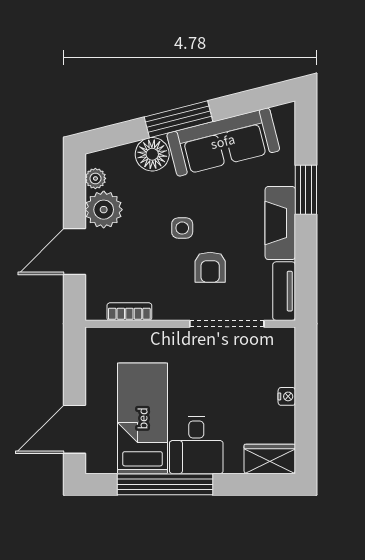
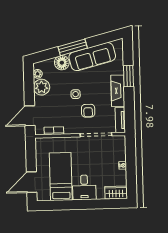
door: (74, 251) -> (30, 116), moved
window: (165, 484) -> (71, 205), removed

